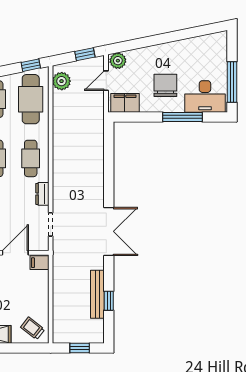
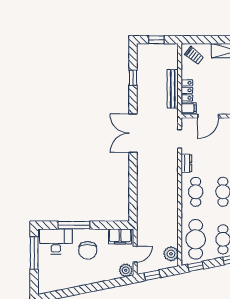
locker: (42, 285) -> (187, 90), added
bench: (97, 294) -> (173, 89), moved

